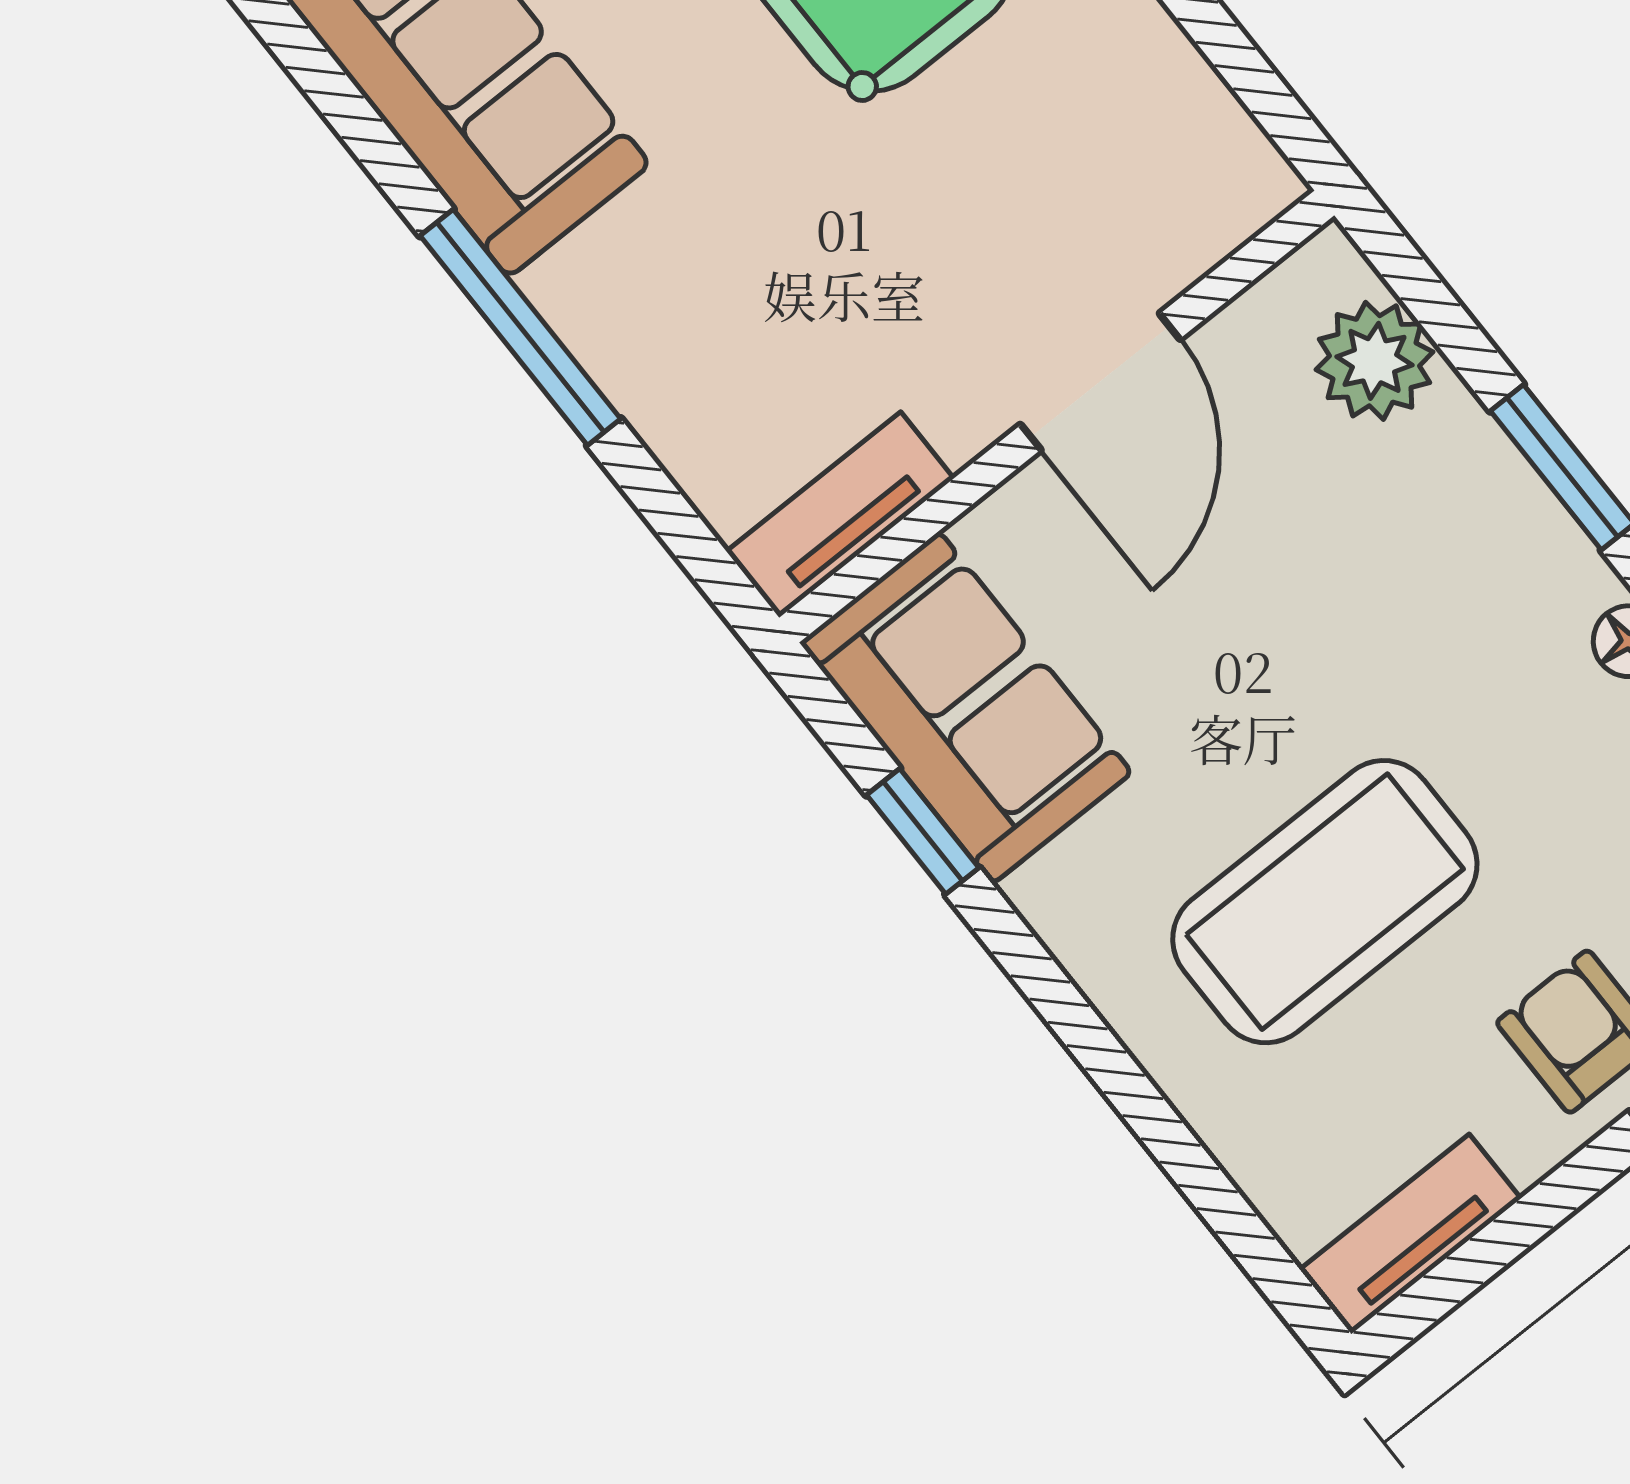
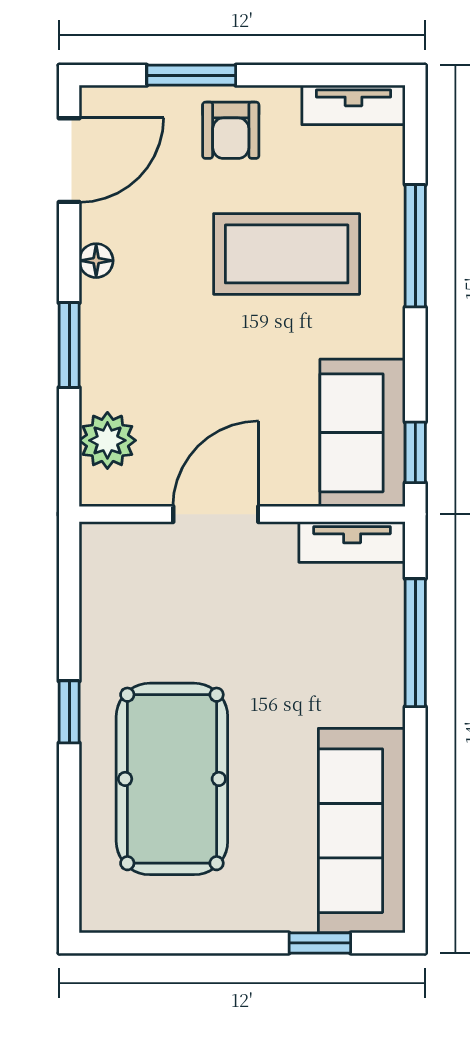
window: (520, 327) -> (415, 643), moved
window: (923, 831) -> (415, 452), moved
window: (1124, 1084) -> (415, 246), added

